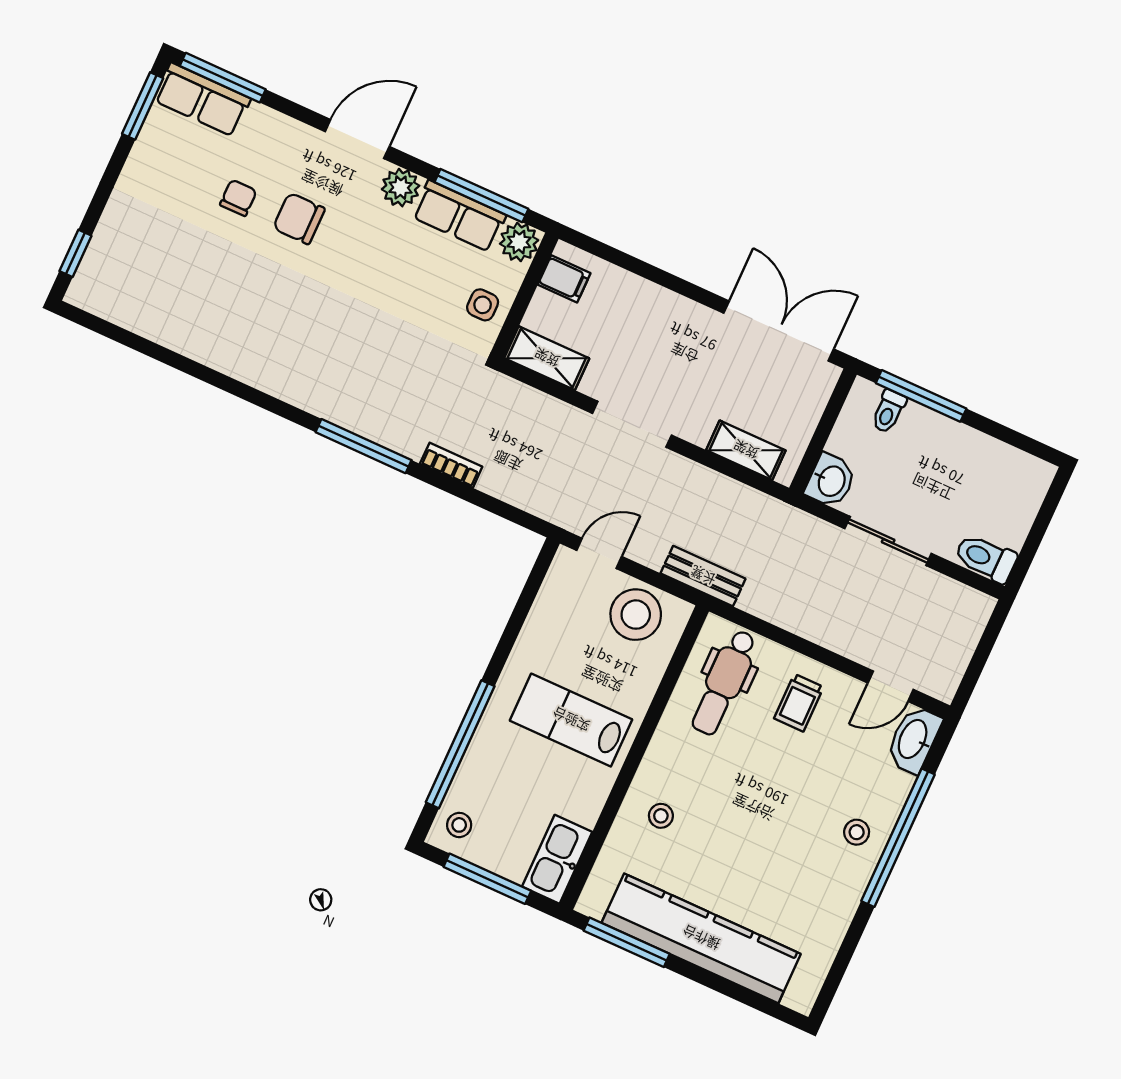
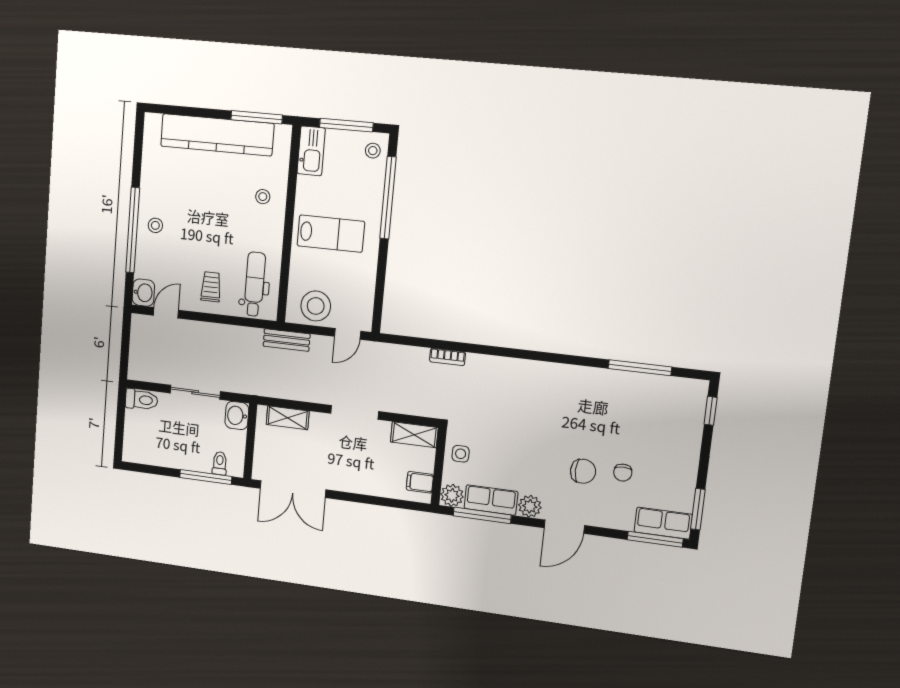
window: (364, 446) -> (640, 368), moved
washbasin: (914, 739) -> (143, 293), width x0.72

